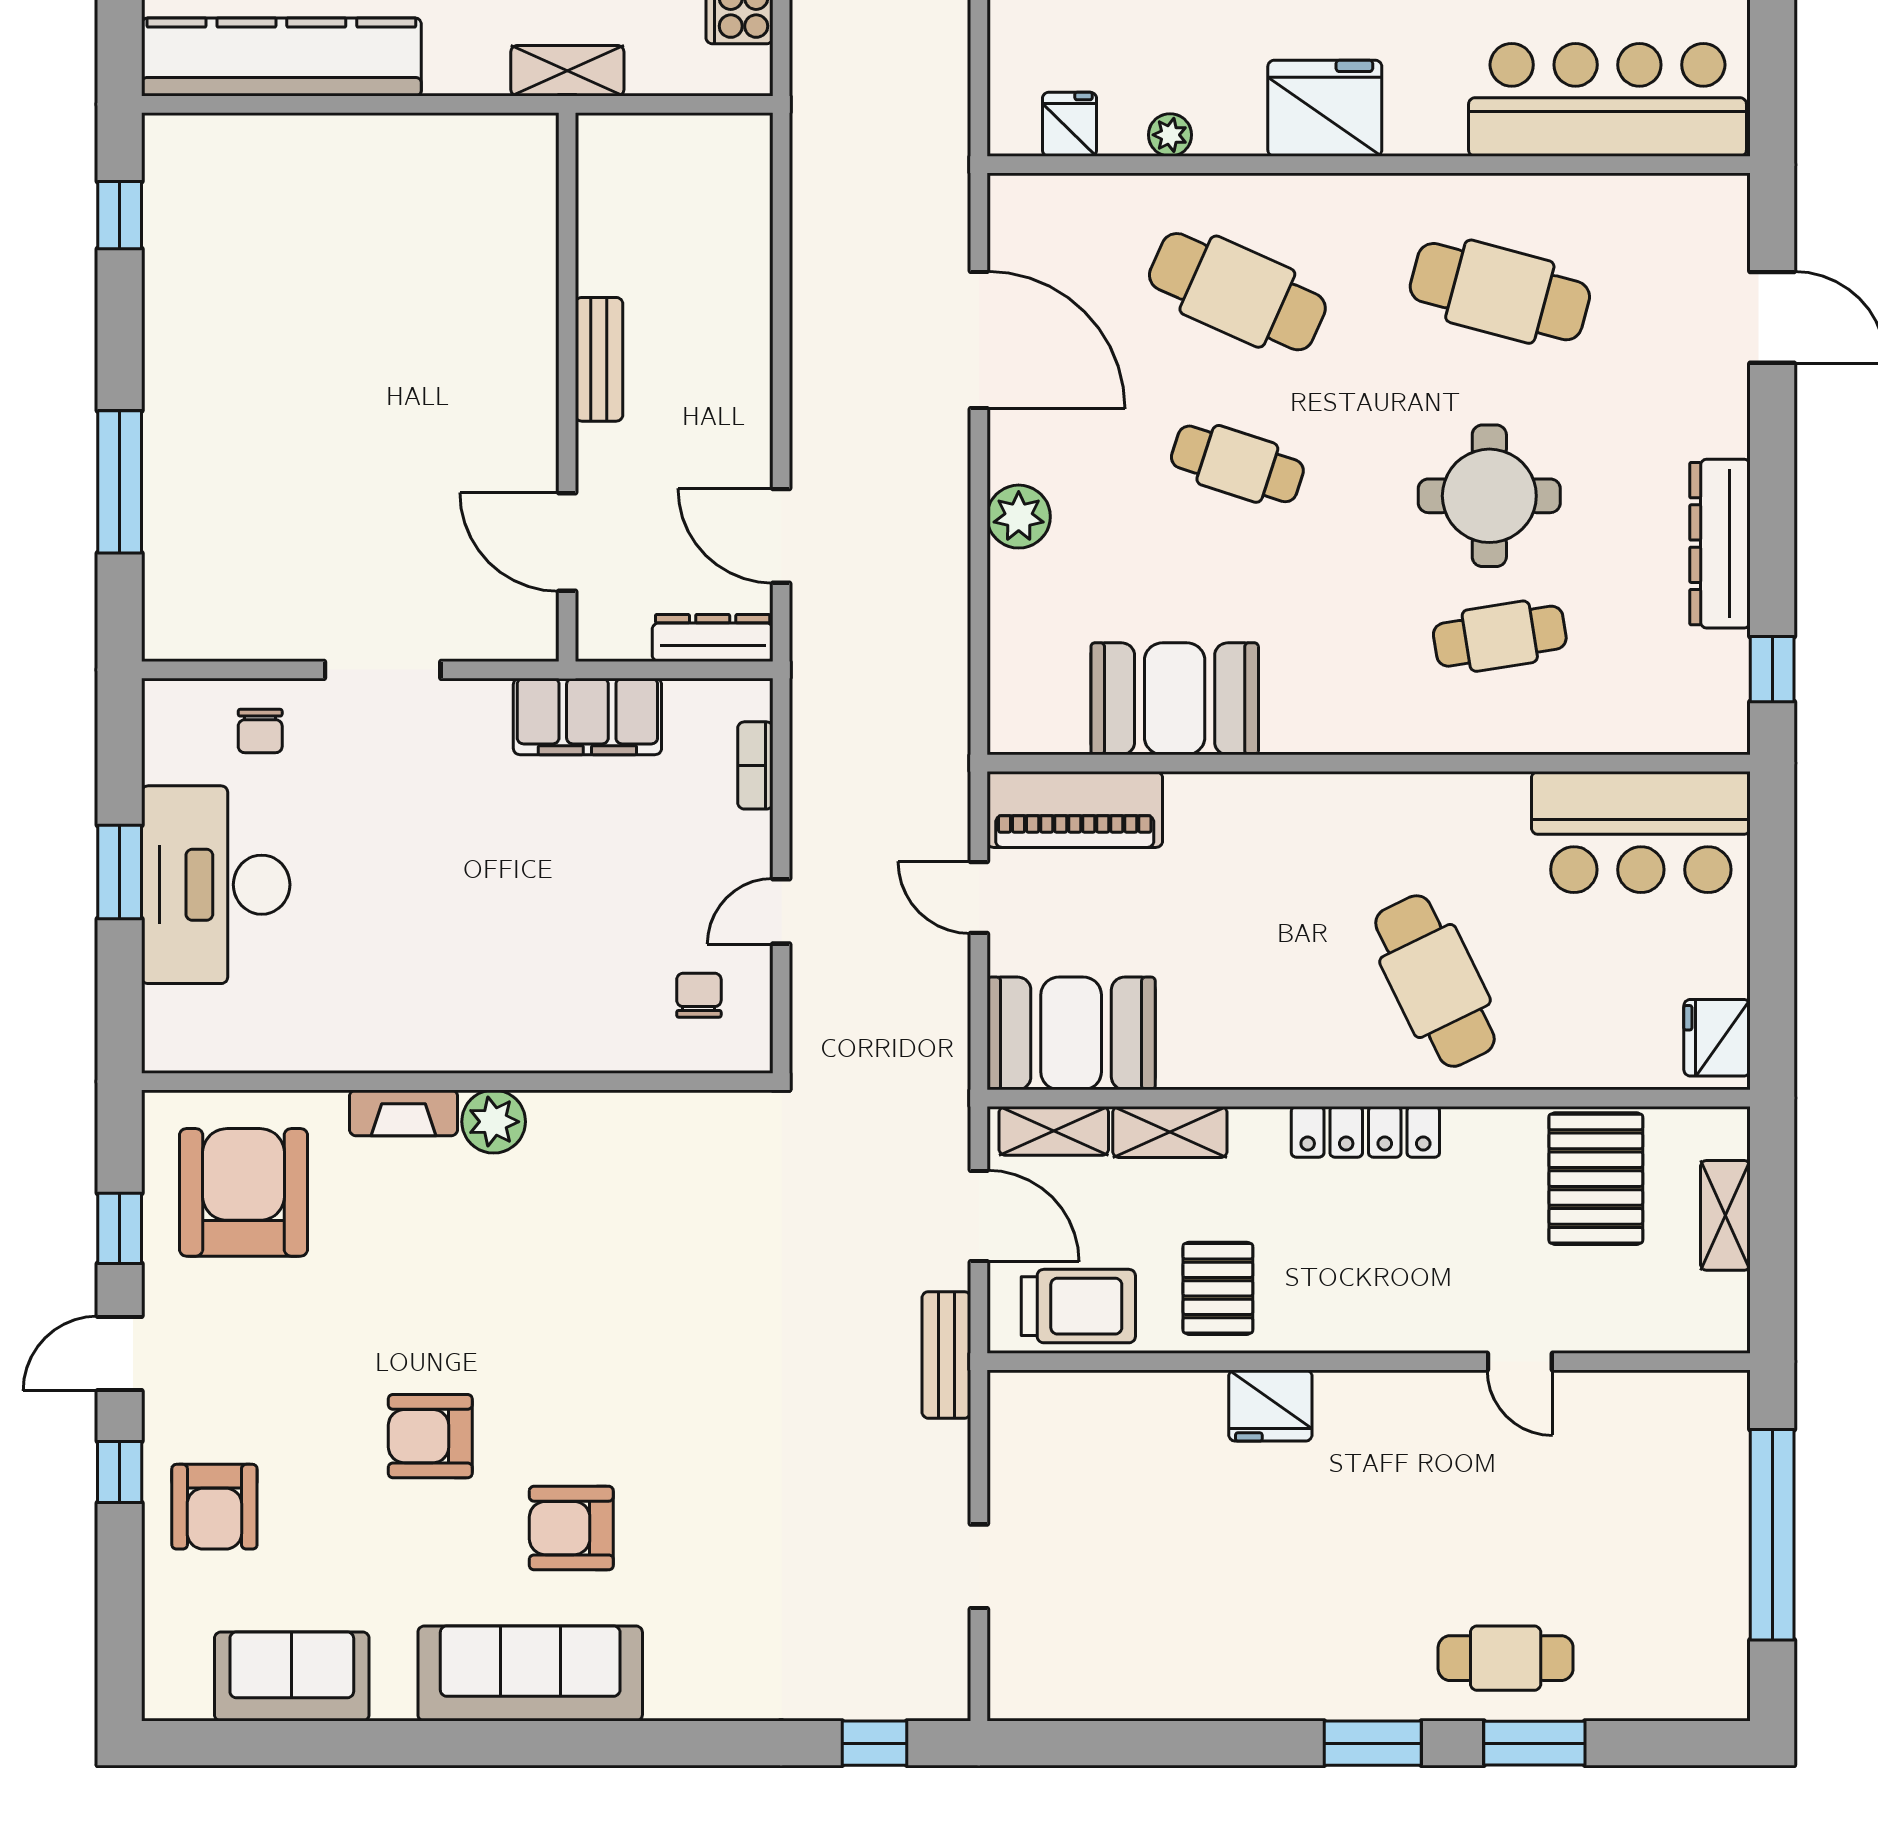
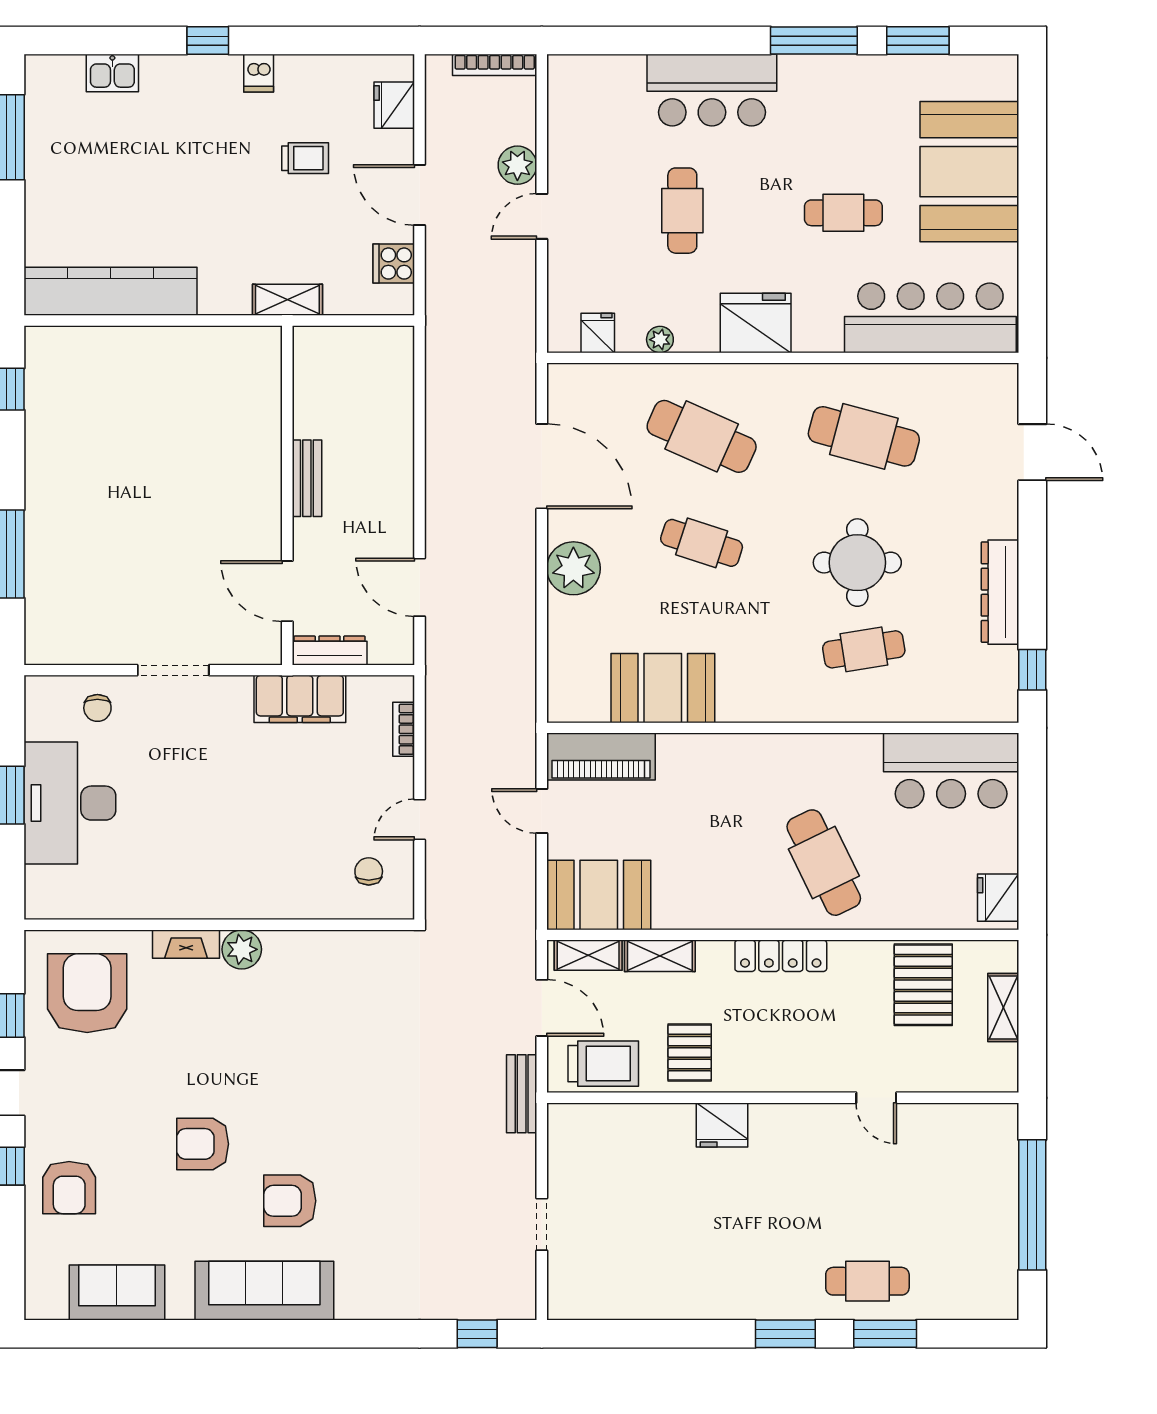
plant: (1019, 517) -> (573, 568), width x1.36, depth x1.36
dresser: (713, 638) -> (330, 650), moved

